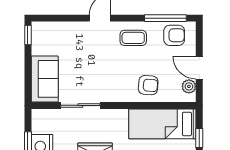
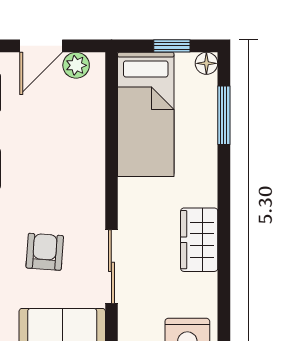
armchair: (148, 85) -> (45, 252), moved

